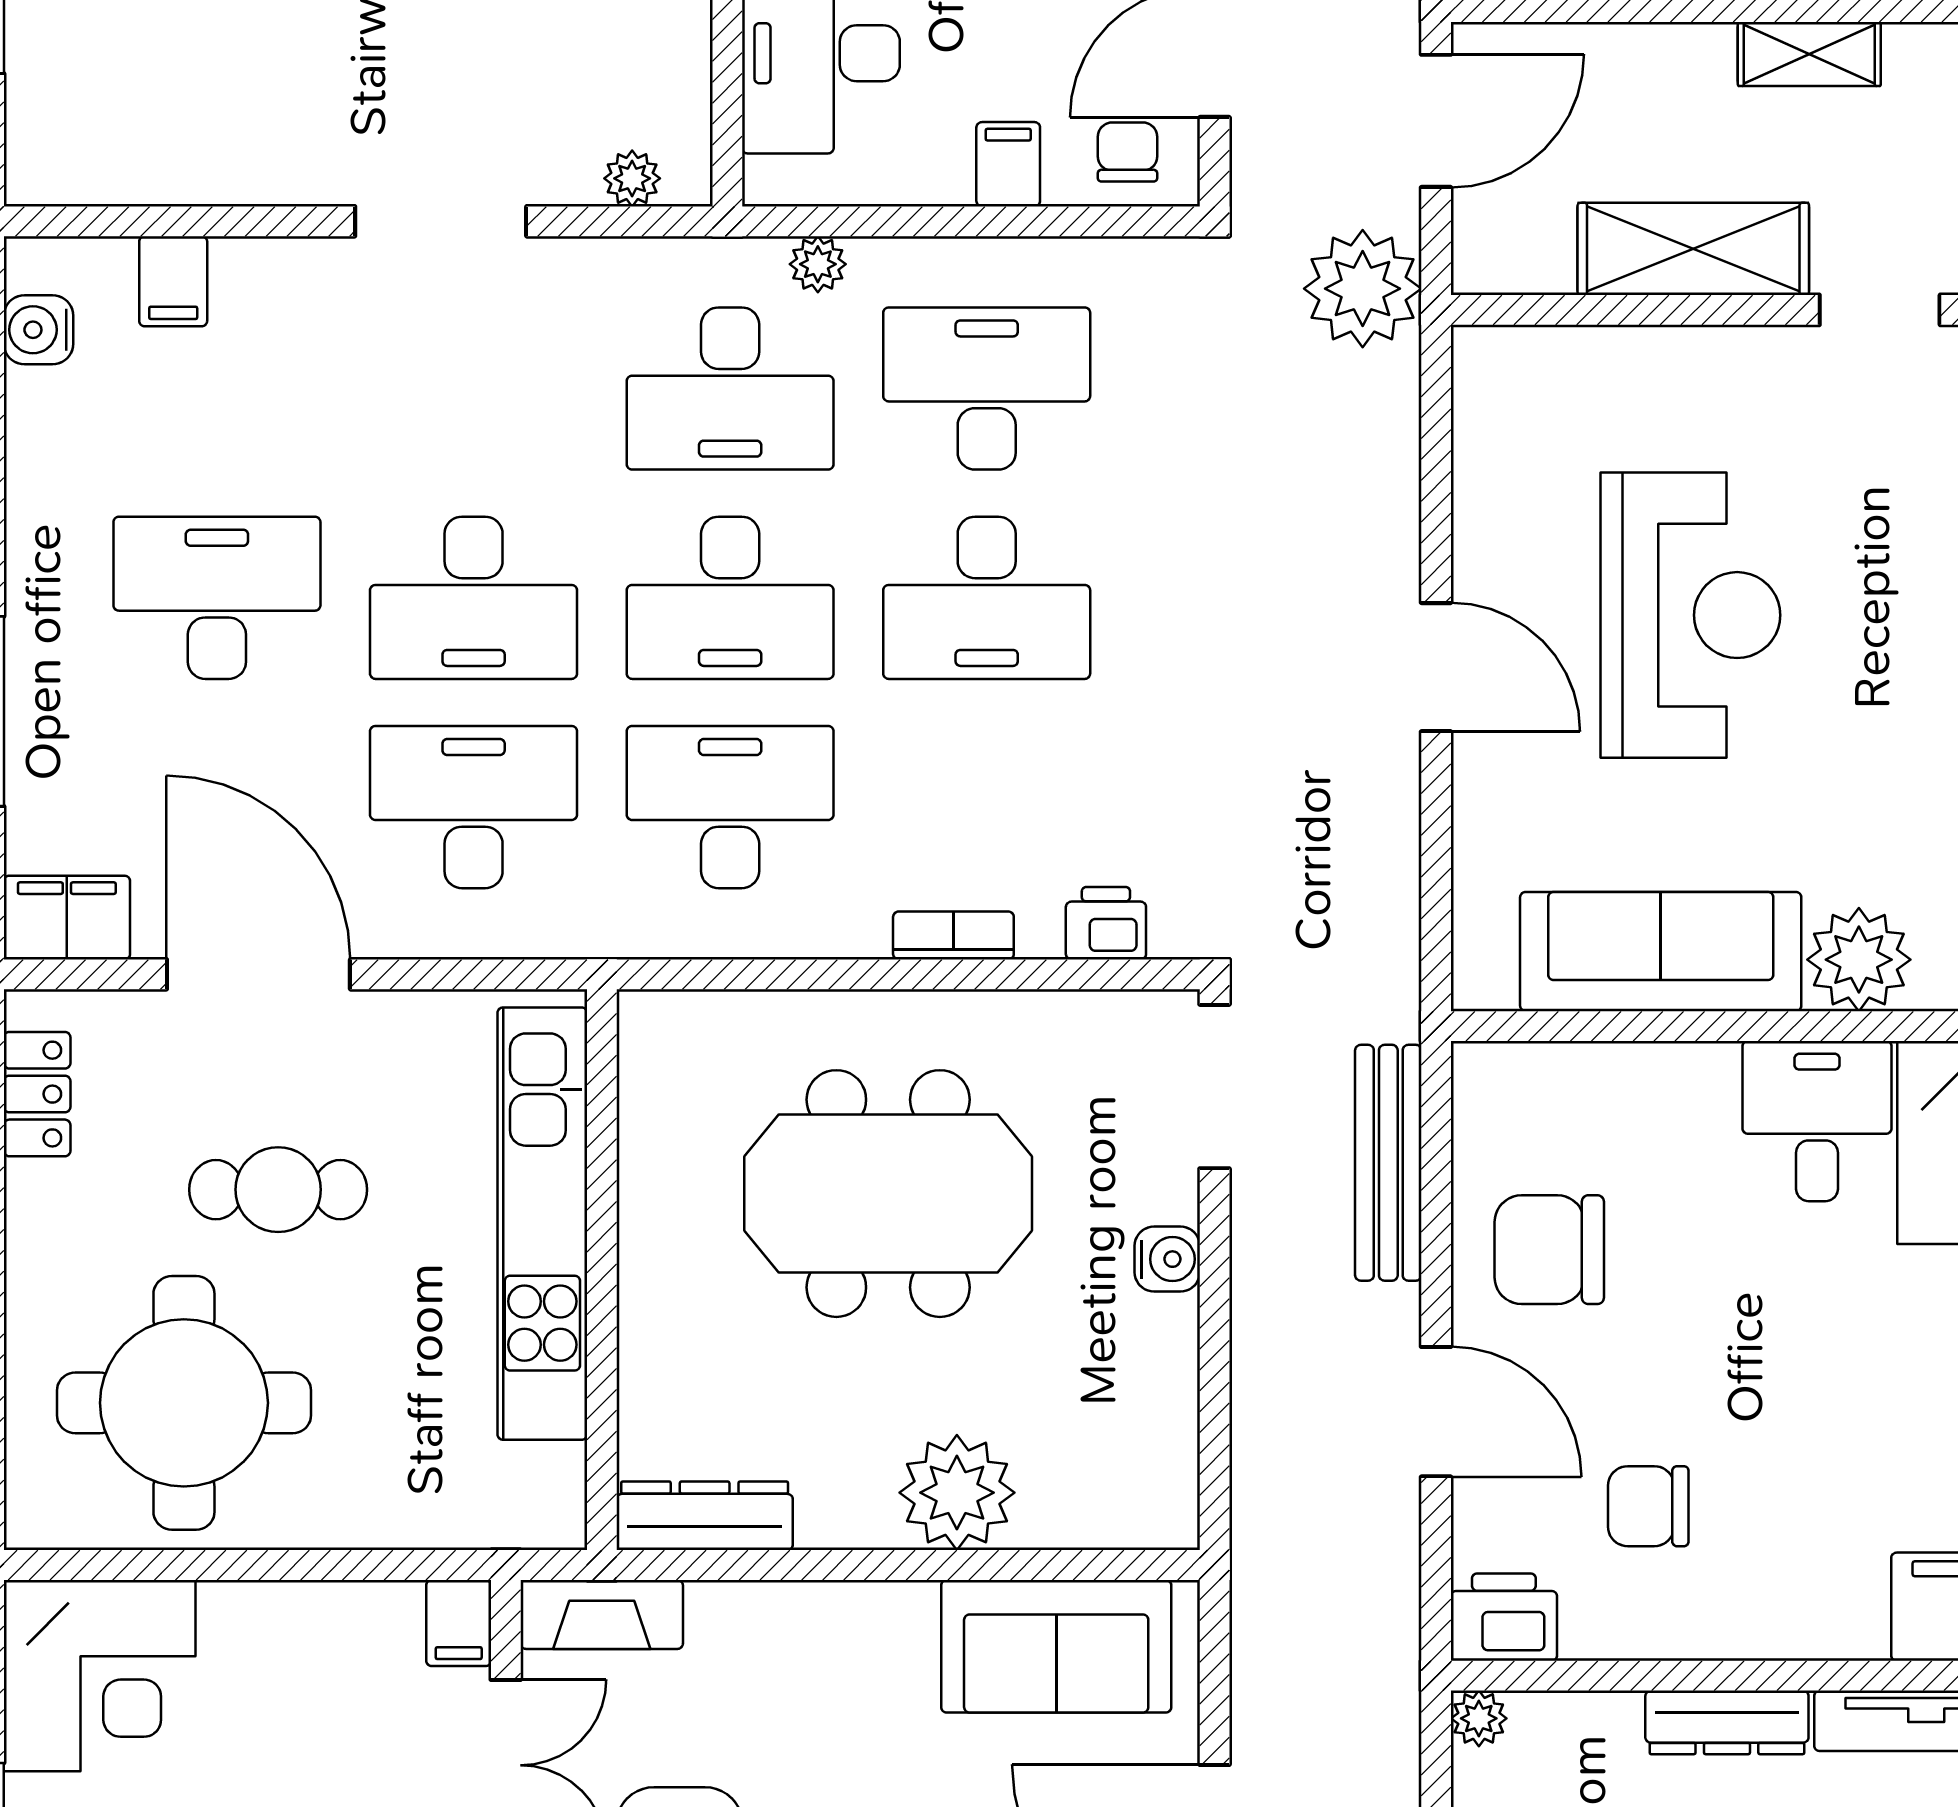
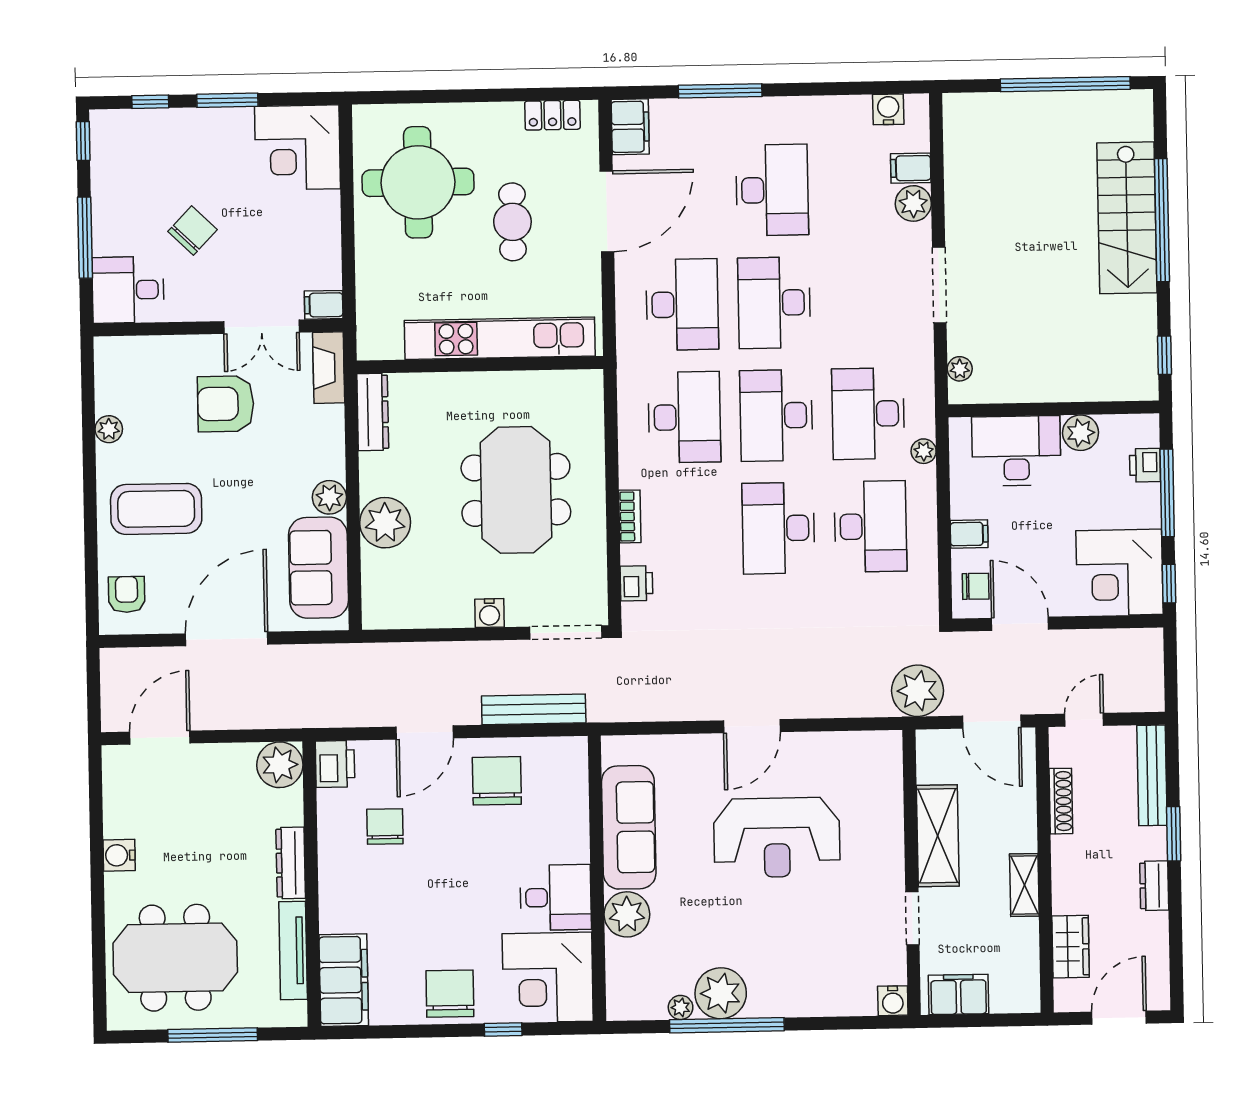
plant: (254, 277) -> (913, 203), added
plant: (897, 1618) -> (329, 497), added
plant: (1479, 1718) -> (280, 765), width x1.88, depth x1.88

